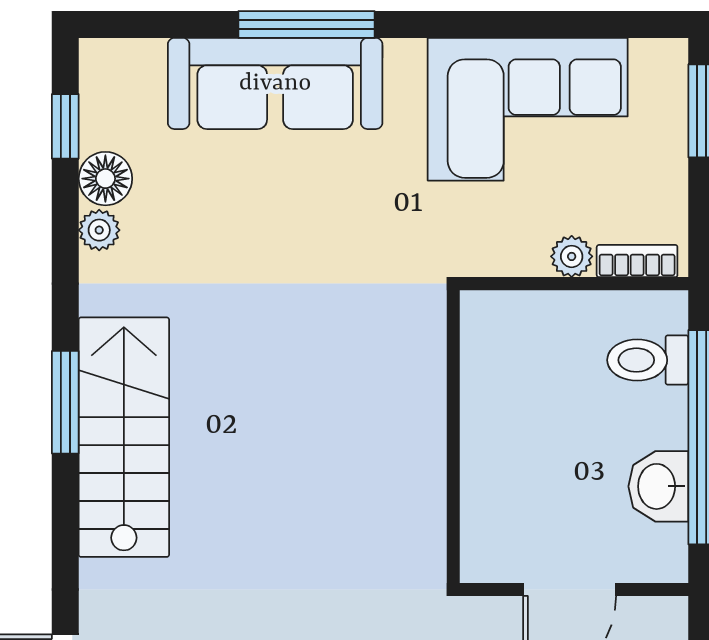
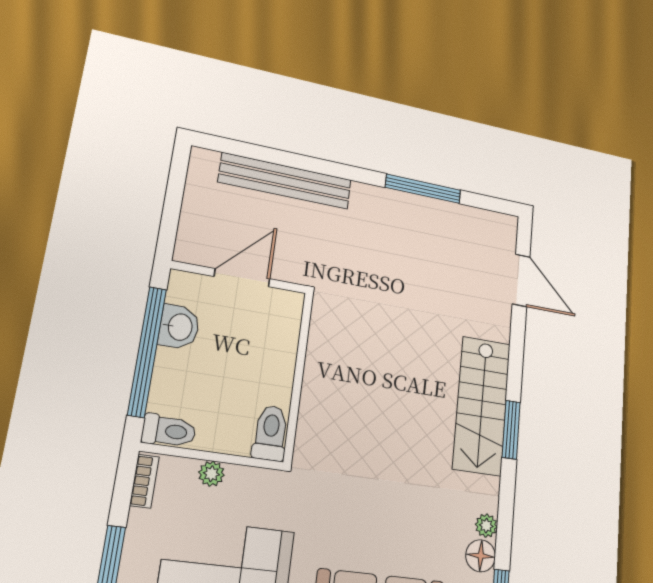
bookcase: (637, 261) -> (144, 481), moved, turned -90
toilet: (487, 335) -> (271, 433), added
toilet: (648, 360) -> (169, 431), moved

